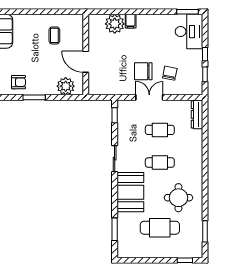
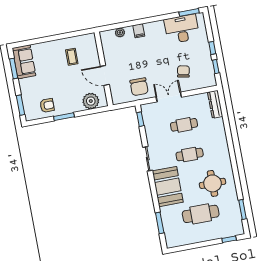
plant: (115, 24) -> (120, 32), width x0.53, depth x0.53
desk: (189, 32) -> (182, 29), moved, turned -90
chair: (143, 71) -> (139, 87), moved, turned -90

